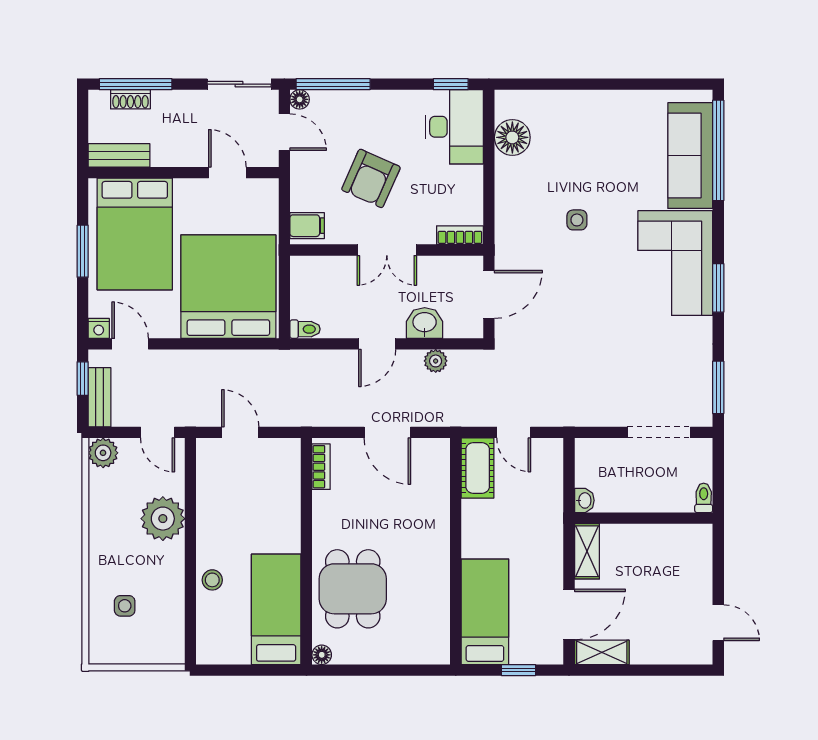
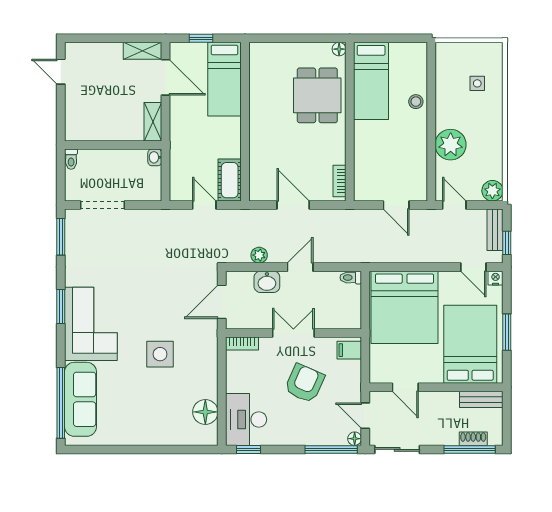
side table: (577, 220) -> (160, 354), width x1.87, depth x1.87
door: (569, 614) -> (166, 77), swing flipped

